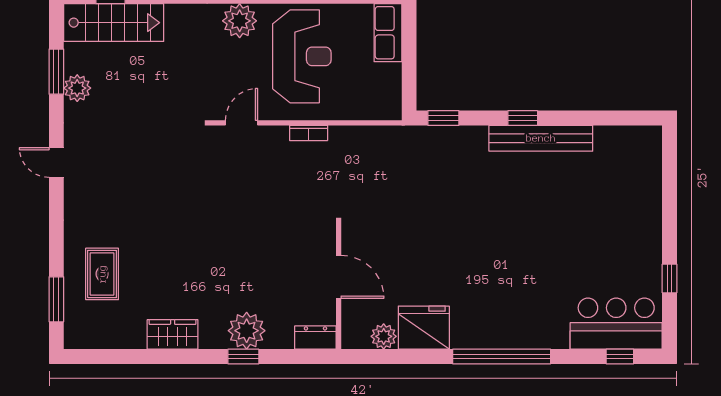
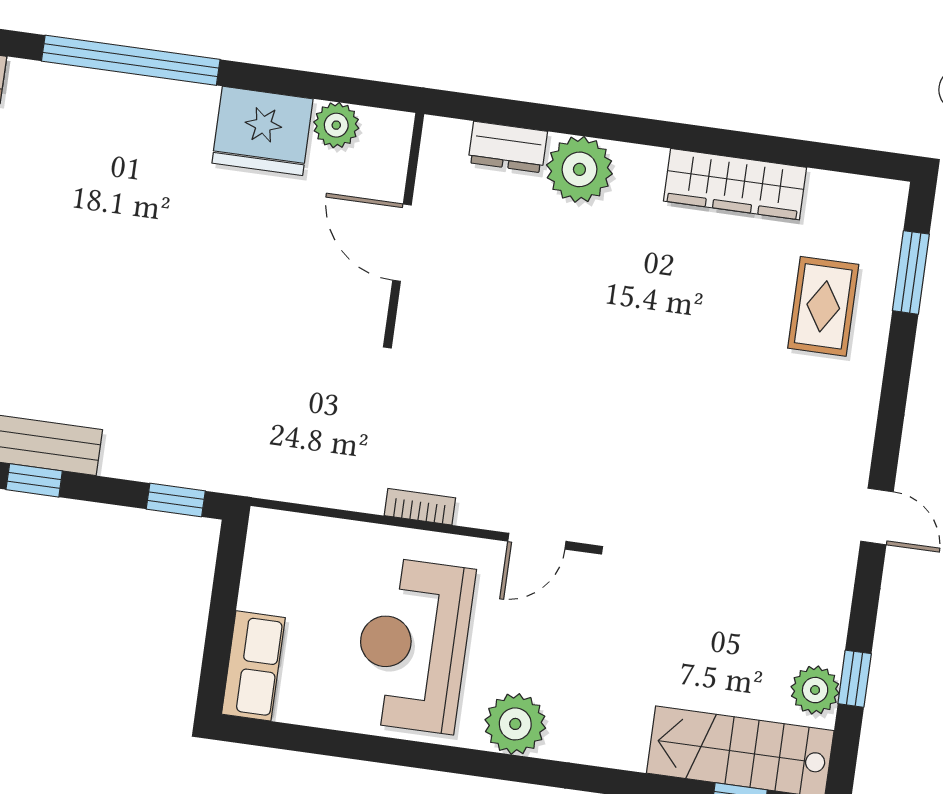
window: (56, 72) -> (855, 679), width x0.67
plant: (77, 88) -> (815, 690), moved
wardrobe: (173, 334) -> (735, 184), width x1.50
dresser: (315, 338) -> (508, 147), moved
window: (243, 356) -> (591, 124), removed

